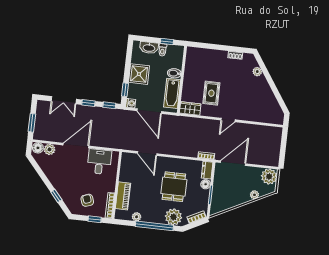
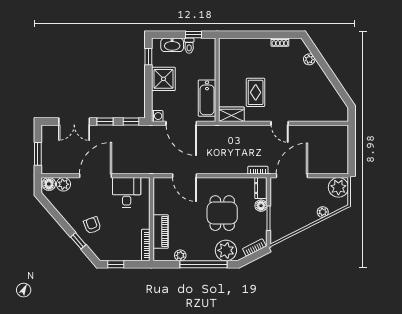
bidet: (174, 73) -> (207, 73), removed
window: (125, 90) -> (148, 57), moved
door: (228, 120) -> (280, 123), hinge flipped
armchair: (87, 200) -> (92, 225), moved
window: (95, 219) -> (116, 264), moved

